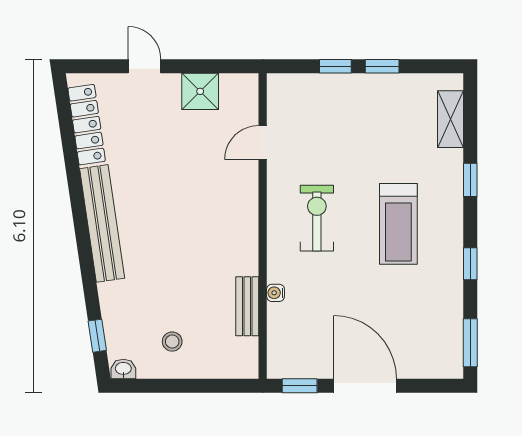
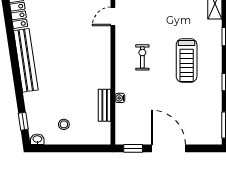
exercise bike: (317, 218) -> (142, 57), width x0.73, depth x0.72

